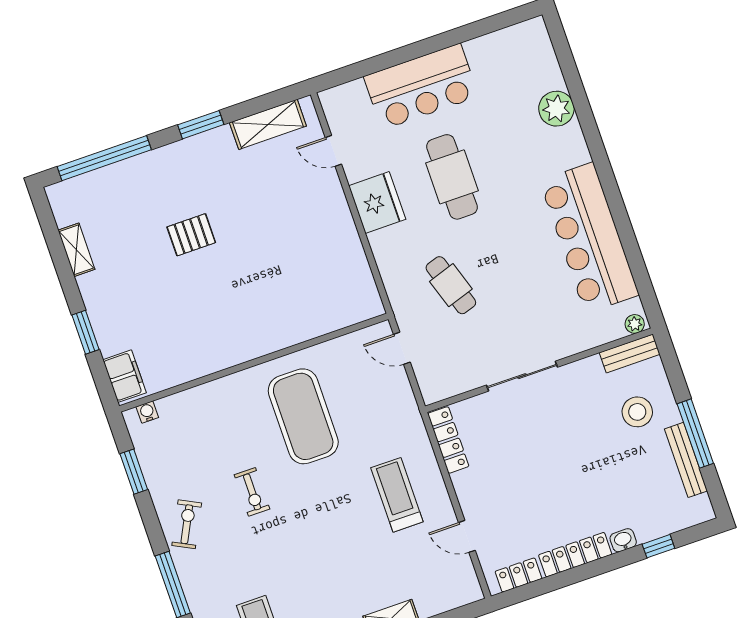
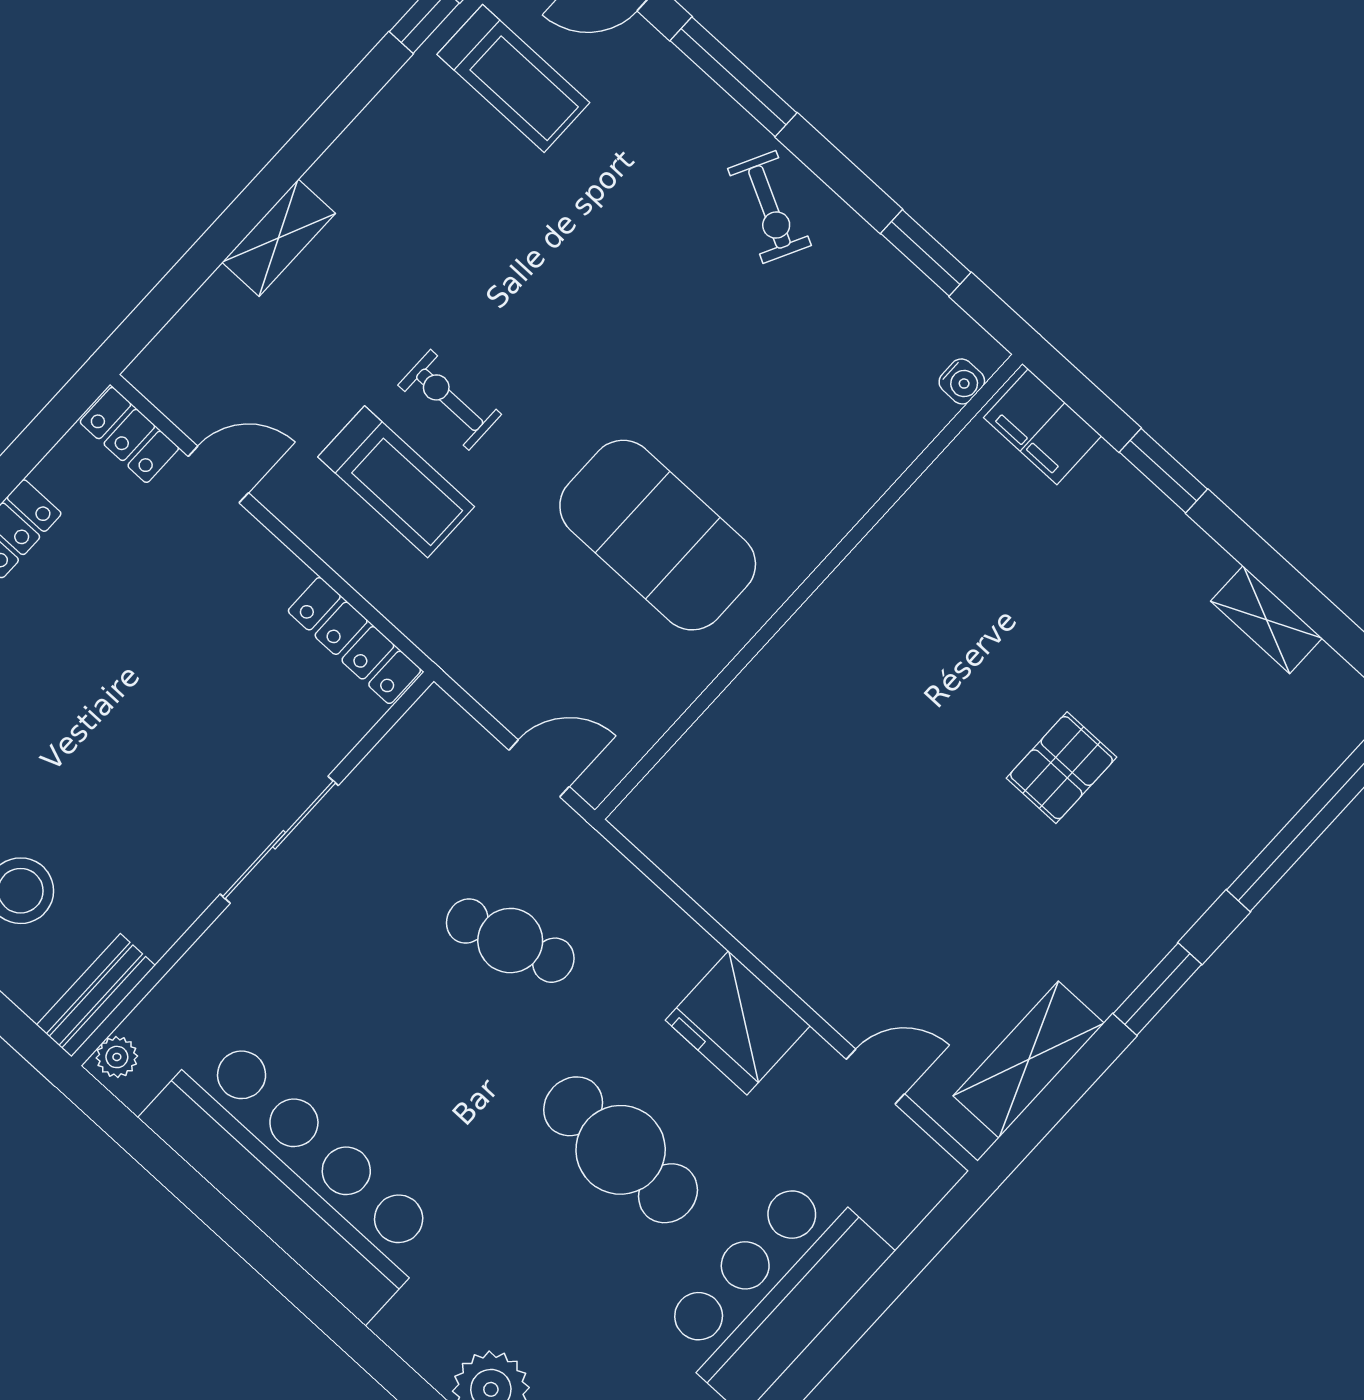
exercise bike: (252, 492) -> (450, 400), moved
locker: (518, 575) -> (129, 435), moved, turned 90

